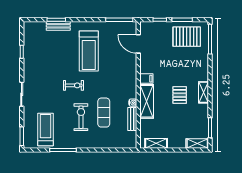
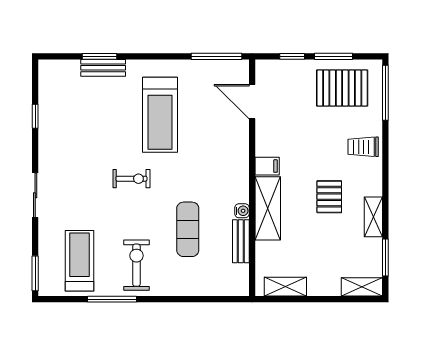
trolley: (198, 68) -> (363, 147), added
shelving: (203, 92) -> (373, 217), moved
exercise bike: (81, 117) -> (136, 265), moved

